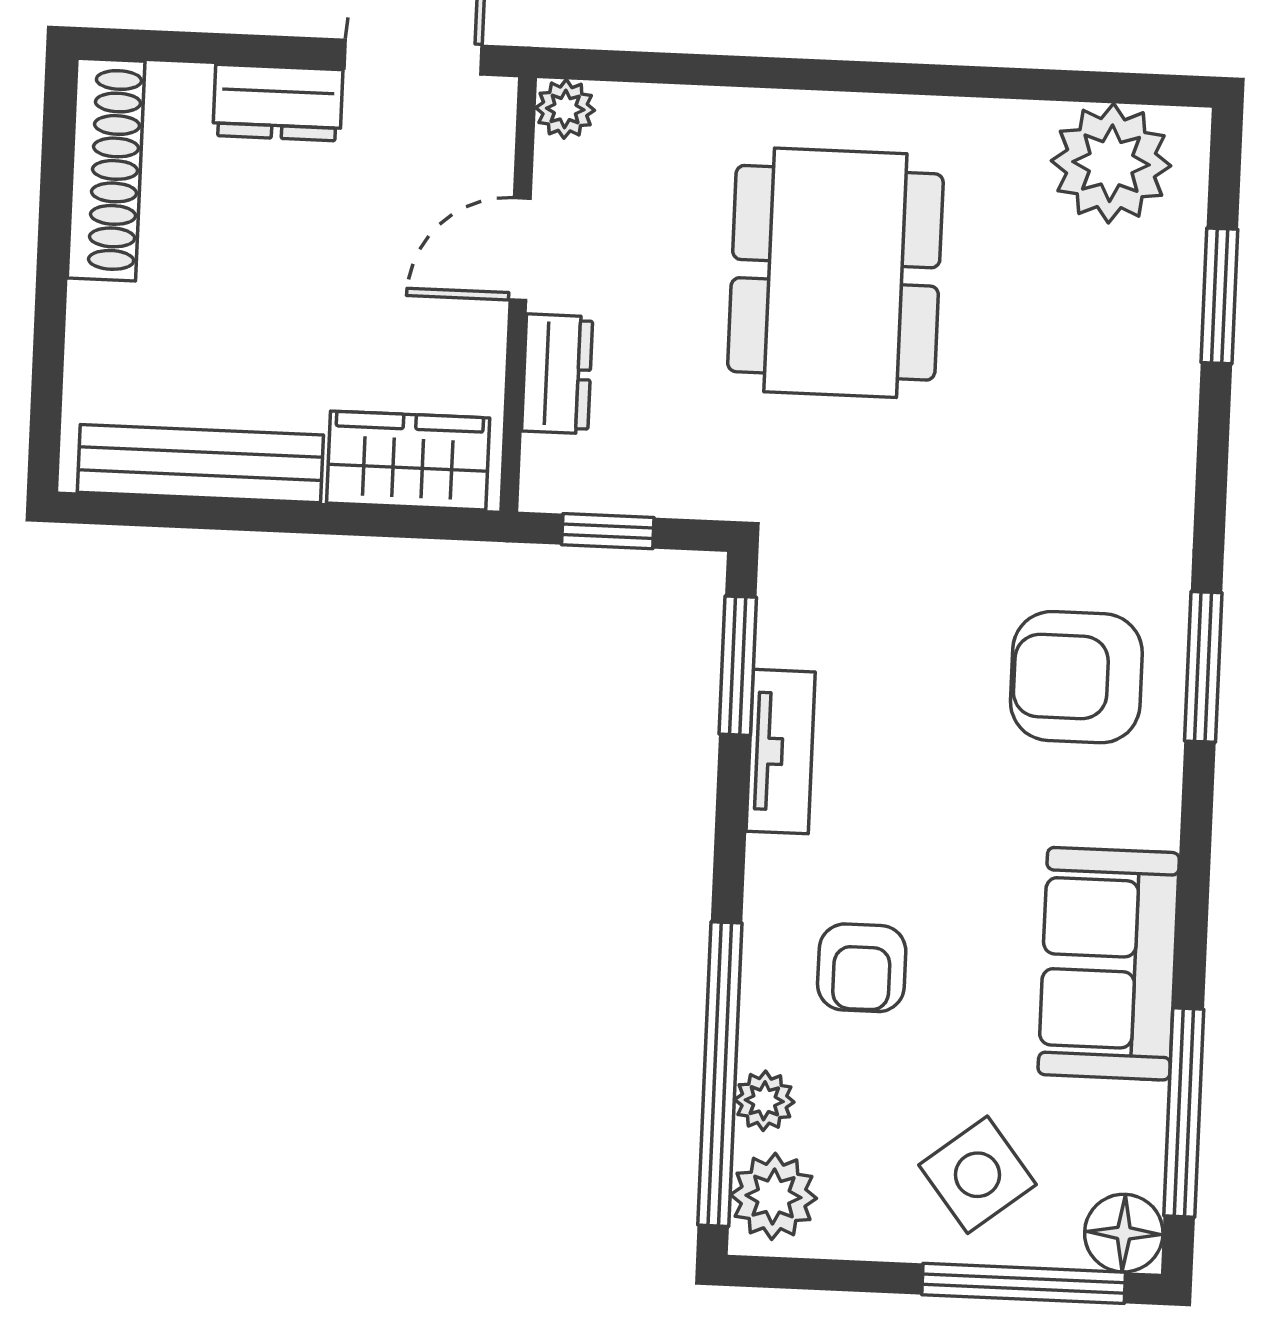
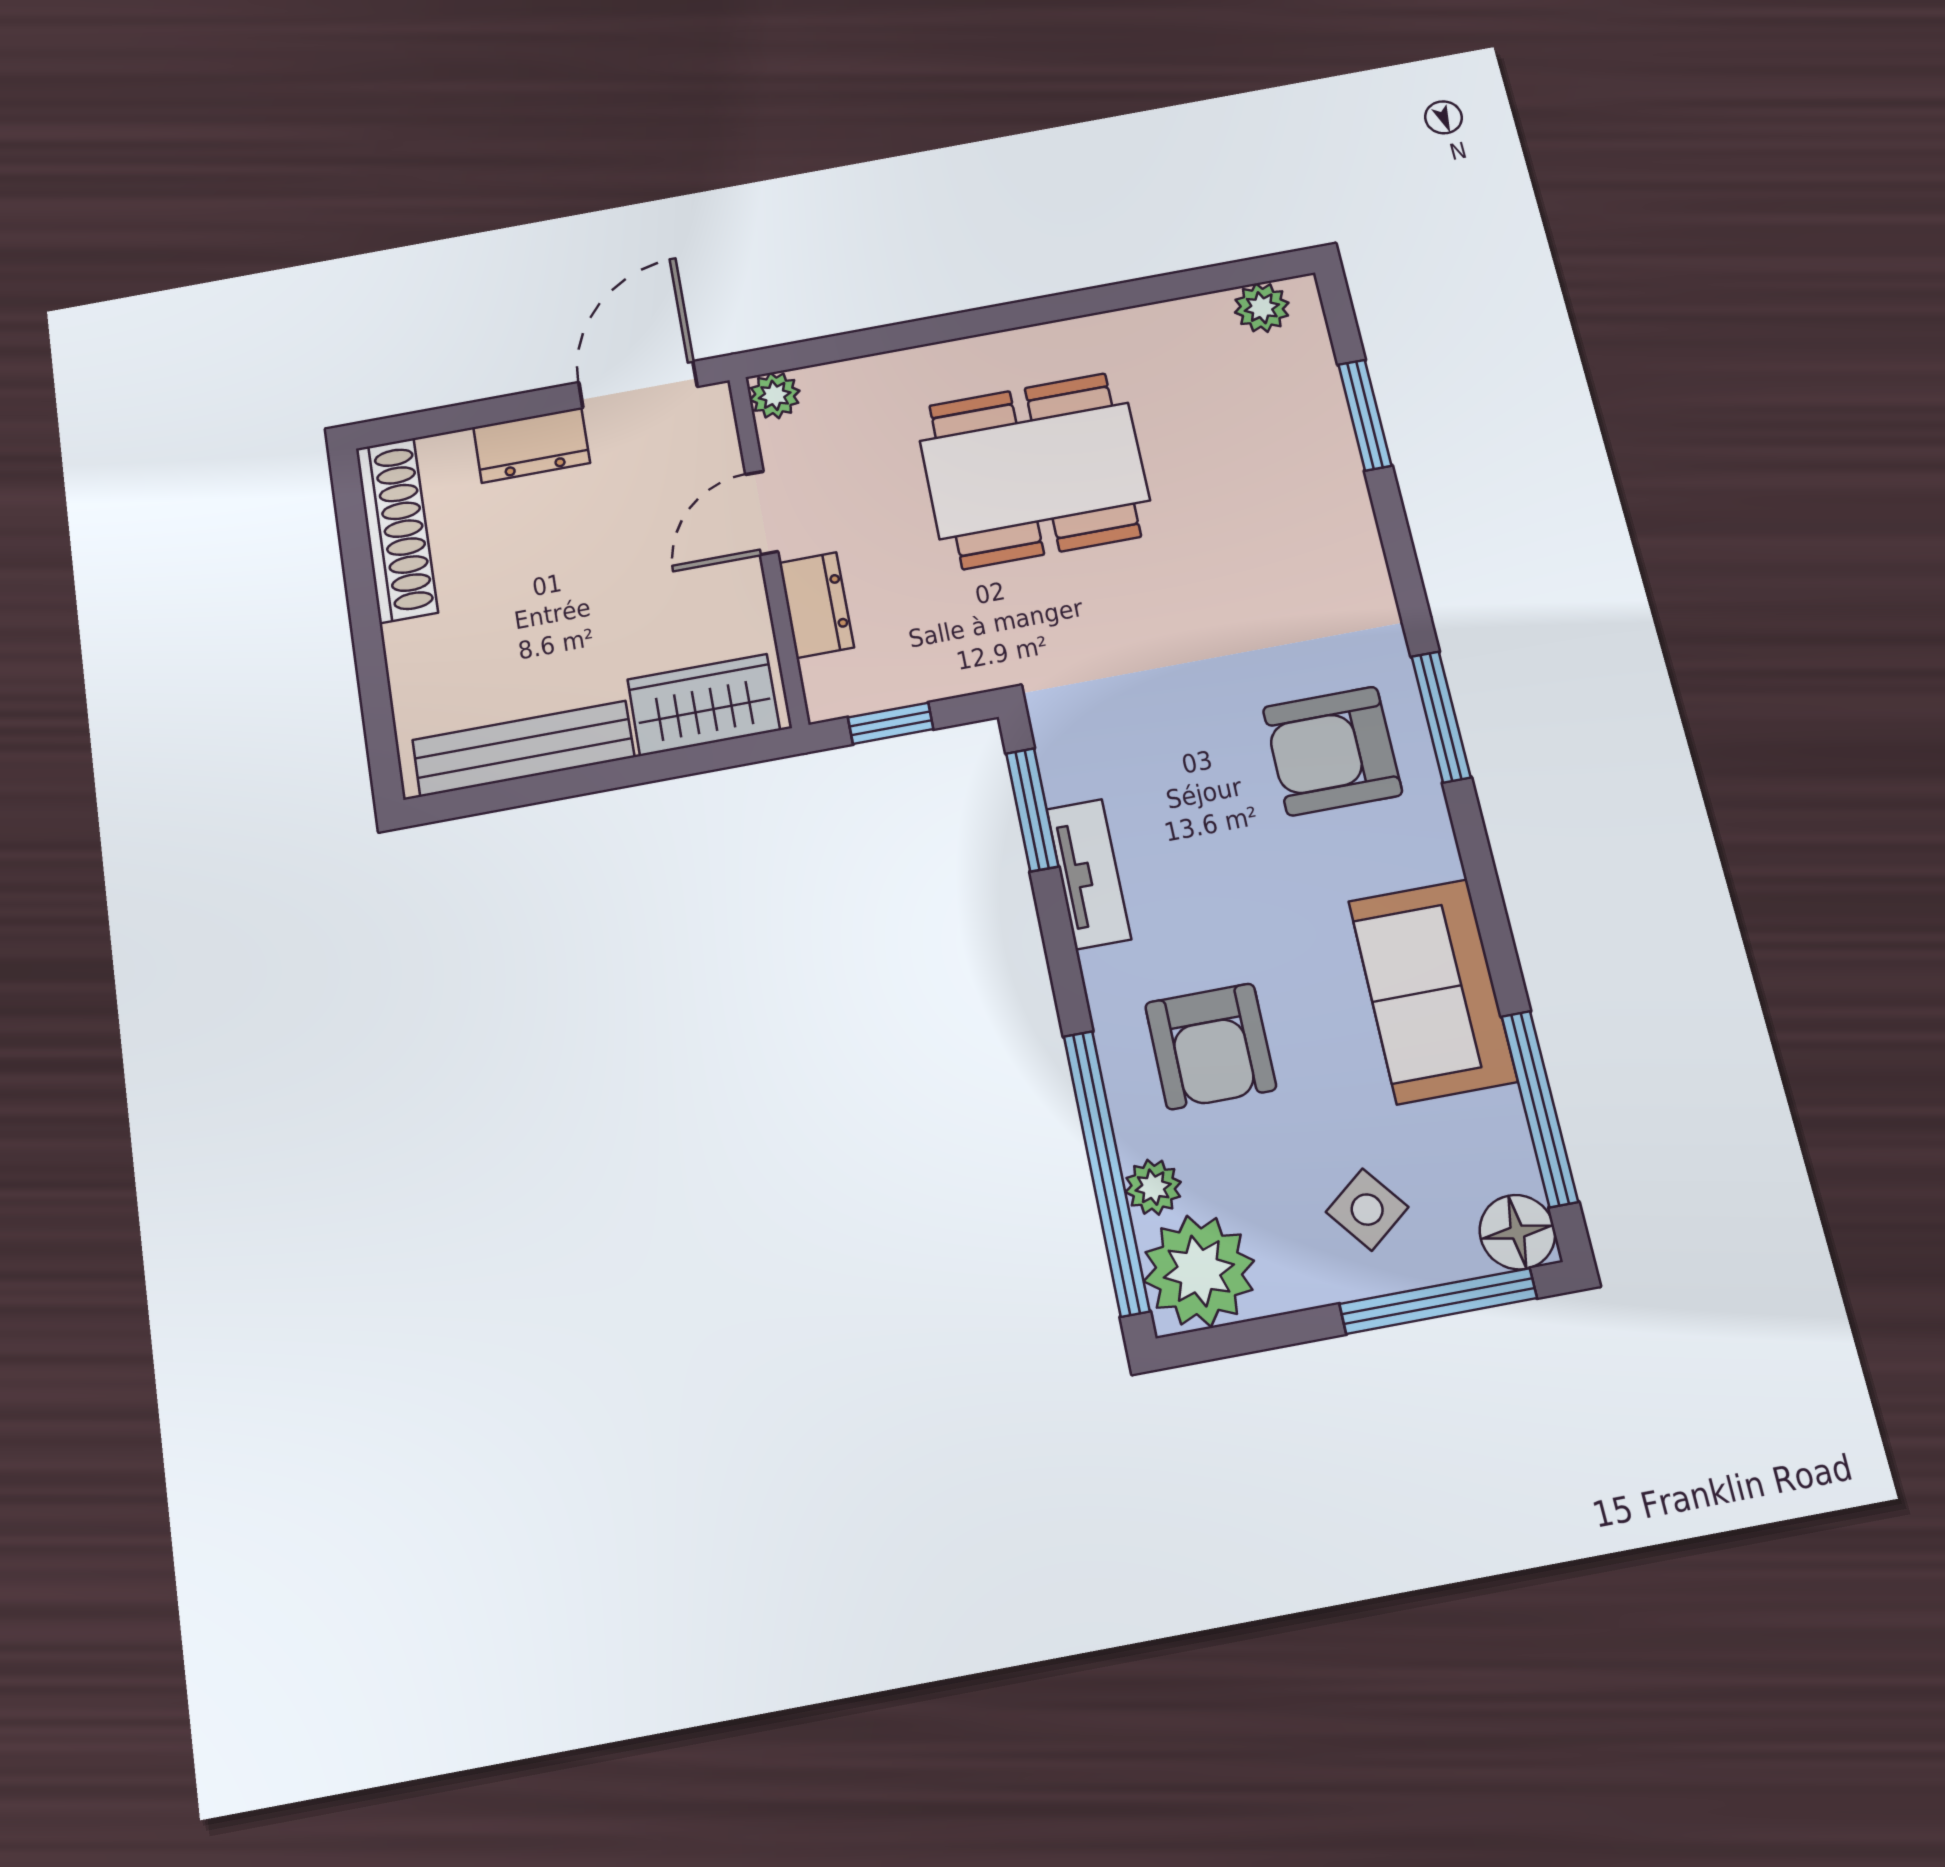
plant: (1111, 163) -> (1262, 308), width x0.53, depth x0.53
dining table: (835, 273) -> (1034, 471), turned 90
armchair: (862, 968) -> (1211, 1046), width x1.38, depth x1.38
side table: (977, 1175) -> (1367, 1210), width x0.73, depth x0.73
plant: (774, 1196) -> (1199, 1271), width x1.36, depth x1.36

